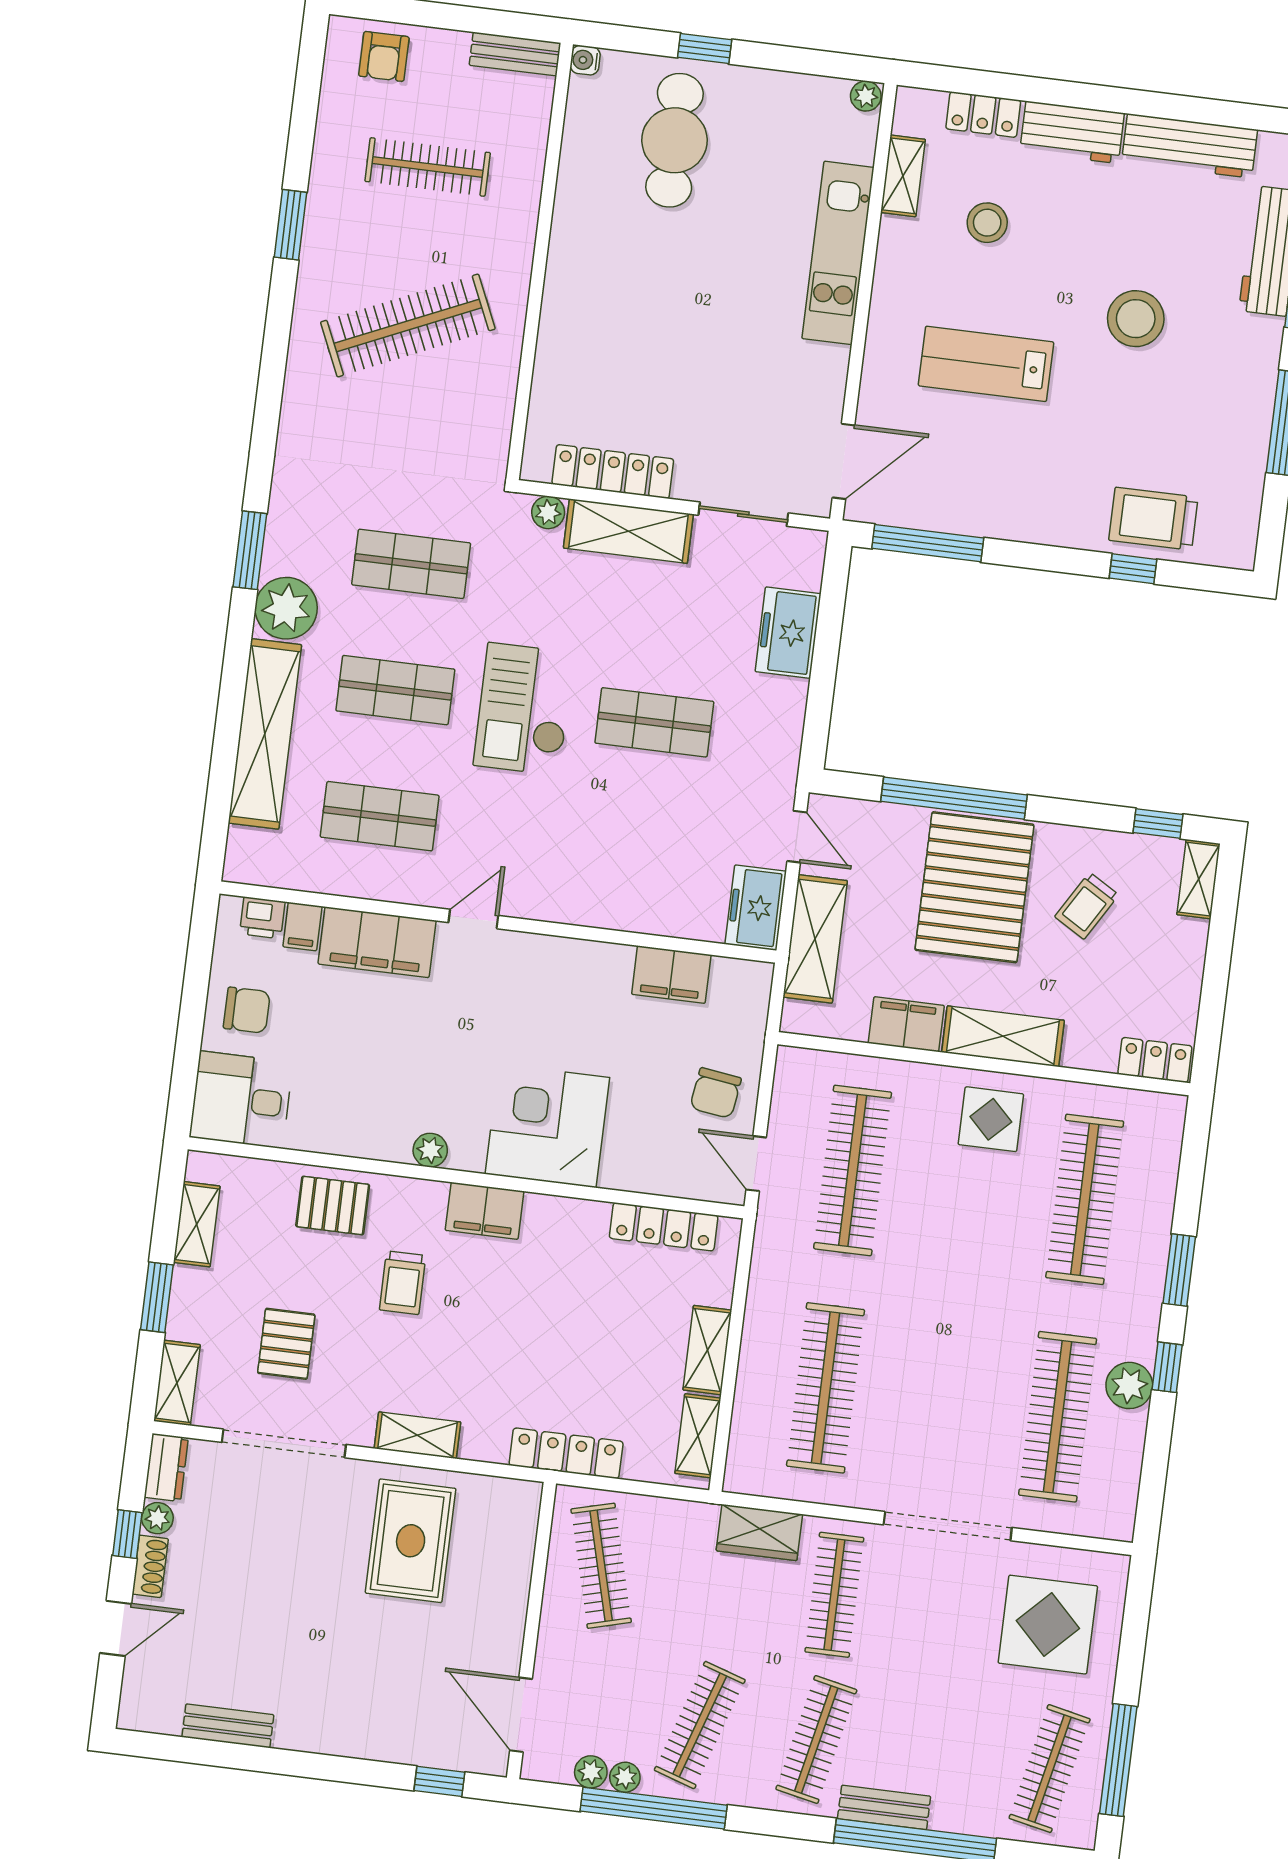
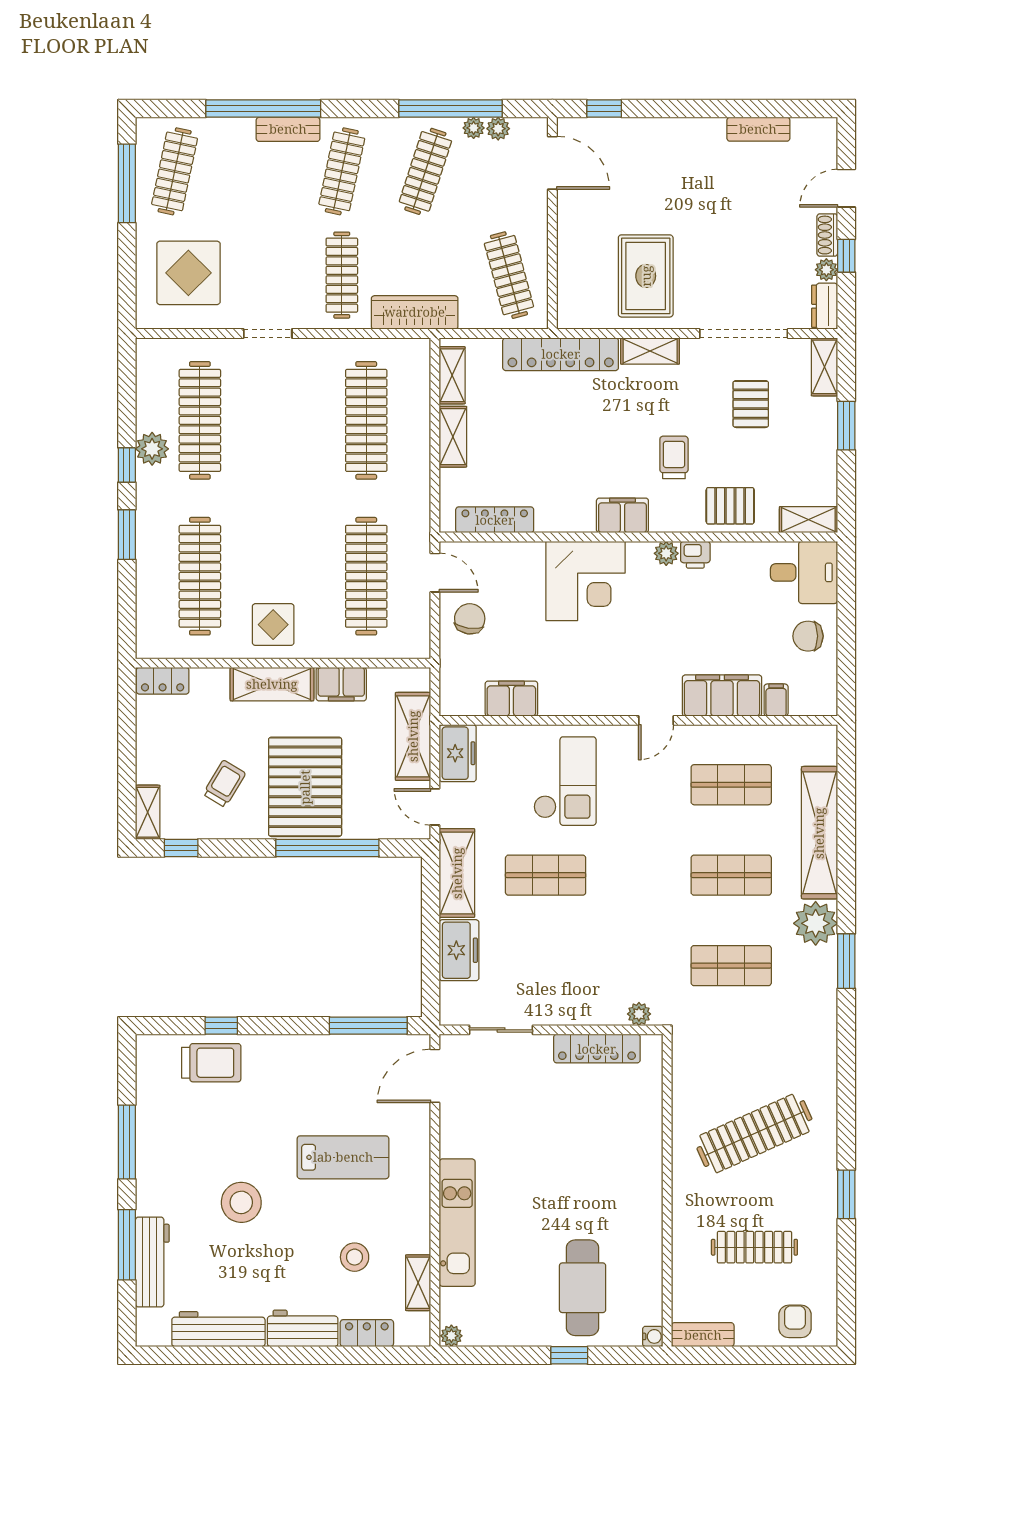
shelving: (628, 531) -> (457, 873), moved, turned 90
checkout: (524, 709) -> (565, 781), moved
printer: (262, 918) -> (695, 555), moved, turned 180
shelving: (197, 1224) -> (808, 520), moved, turned 90
locker: (566, 1453) -> (561, 354), width x1.41, depth x1.21
doorway: (948, 1526) -> (268, 334), width x0.53
wardrobe: (759, 1532) -> (415, 312), width x1.50

